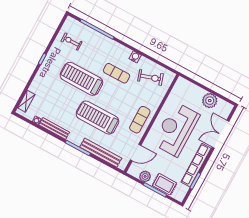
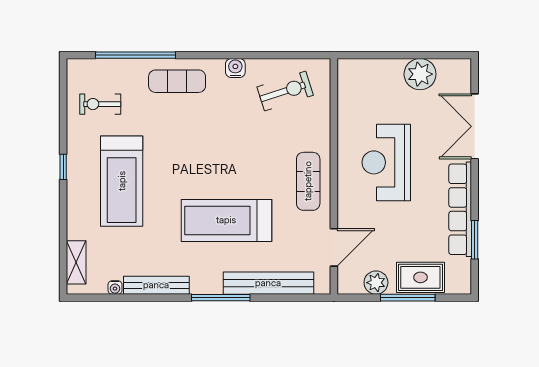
exercise mat: (117, 73) -> (177, 81), moved
treadmill: (81, 79) -> (122, 181), moved, turned -90
reception desk: (176, 129) -> (386, 162), width x0.74, depth x0.77

